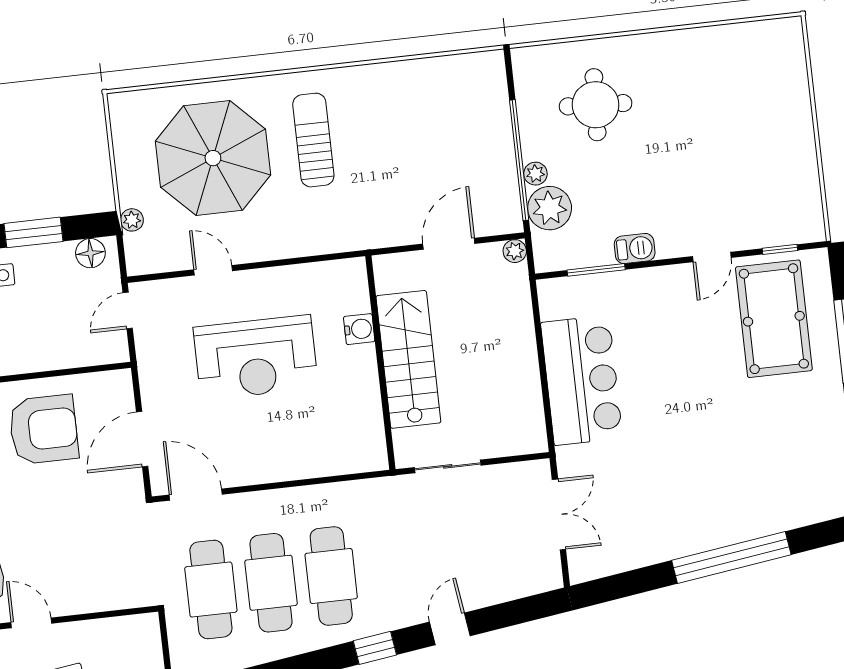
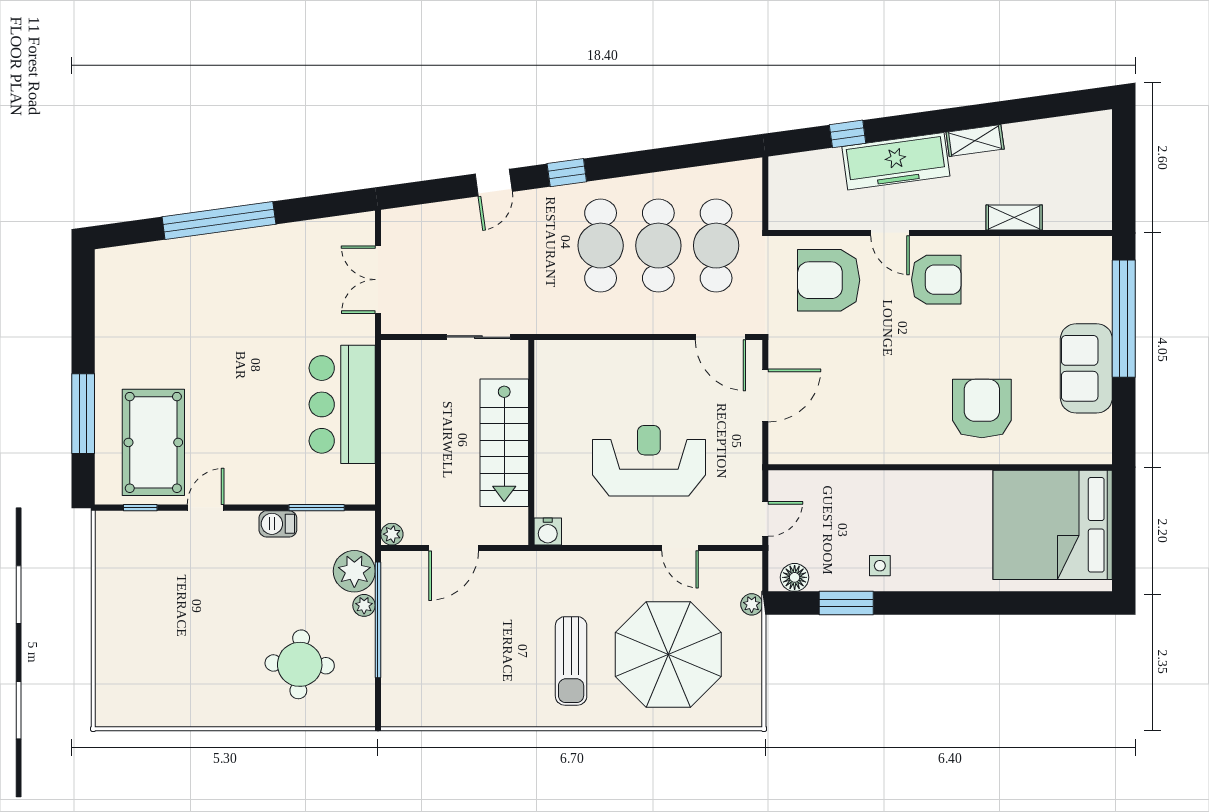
water cooler: (359, 329) -> (548, 532), moved, turned -90
armchair: (44, 429) -> (829, 280), moved

